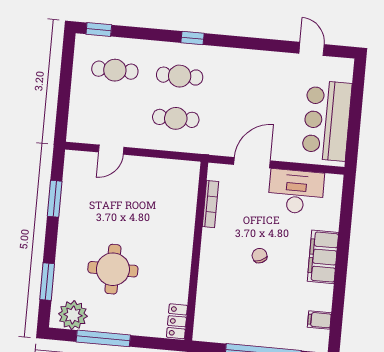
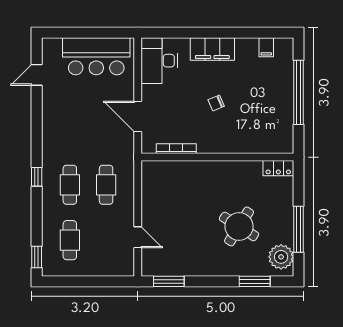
desk: (296, 192) -> (159, 61), moved
window: (55, 199) -> (169, 281), moved
round table: (113, 269) -> (239, 226), turned 32

